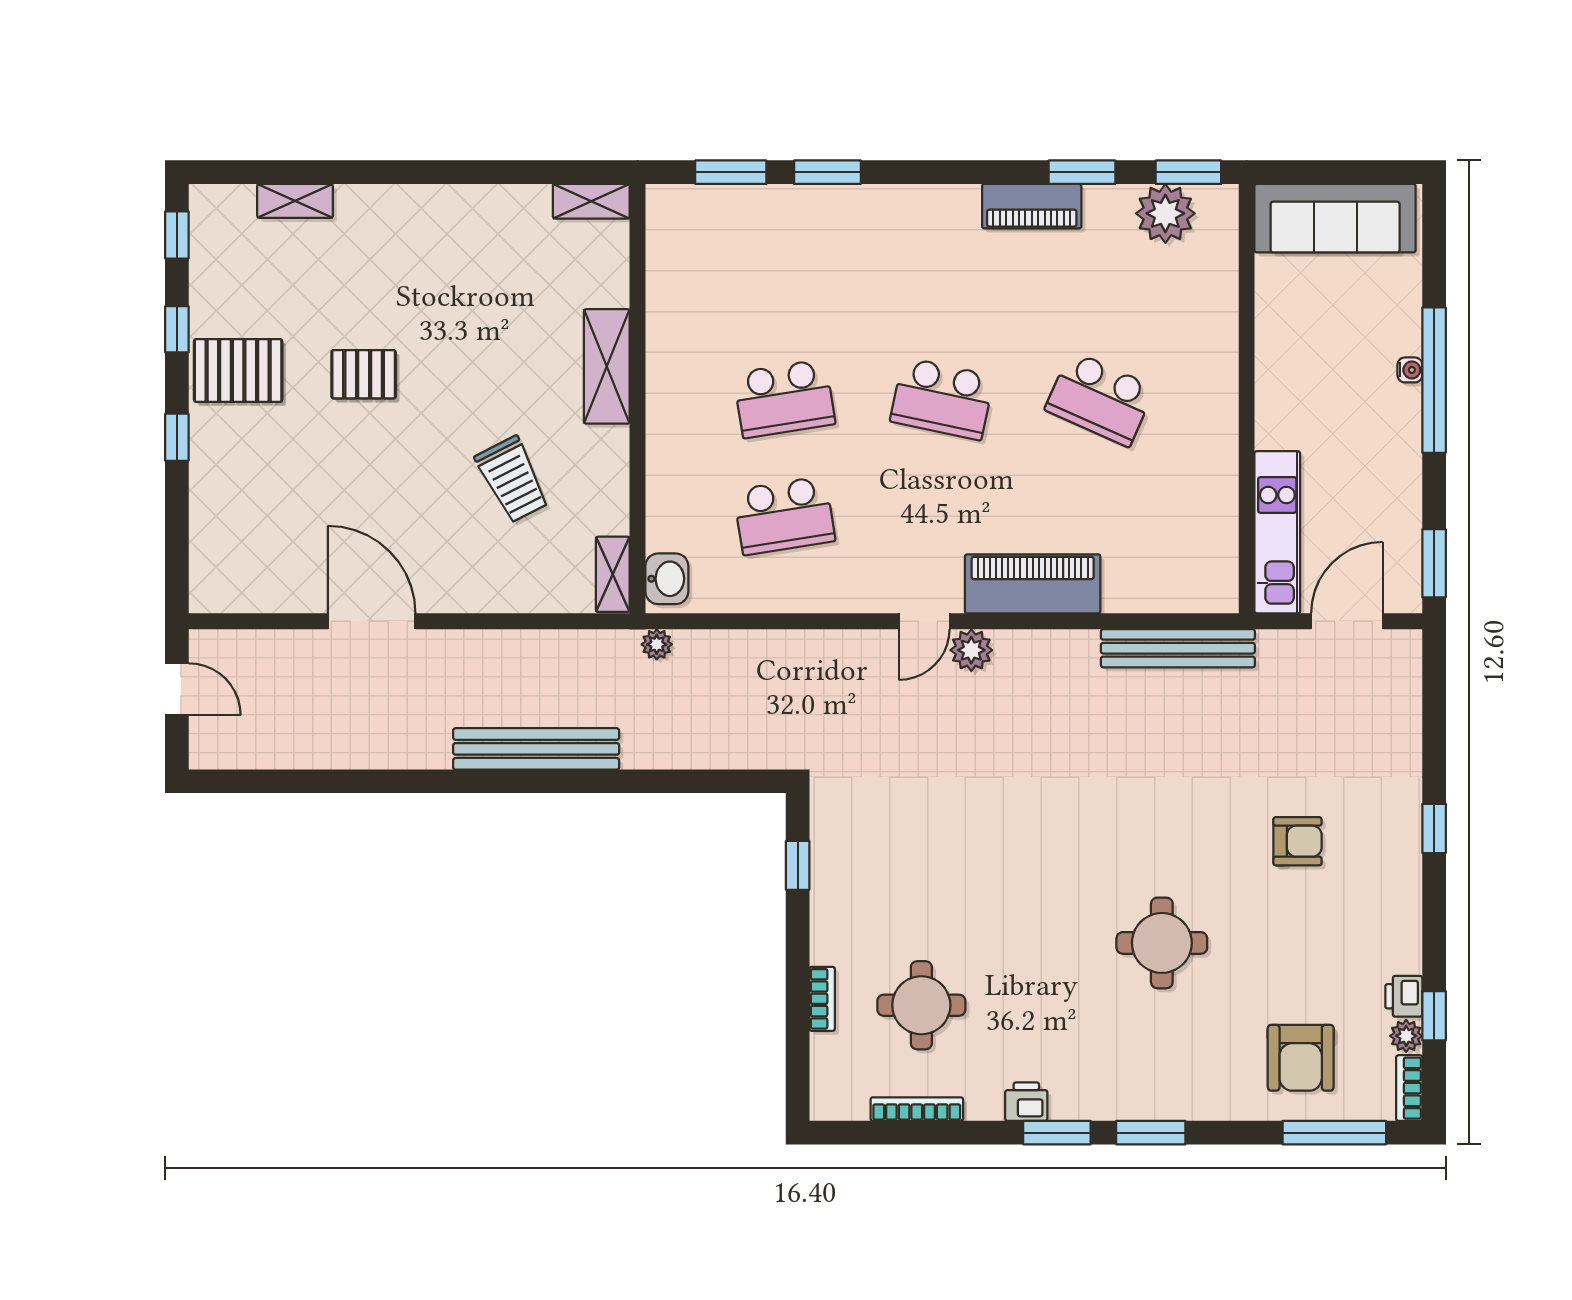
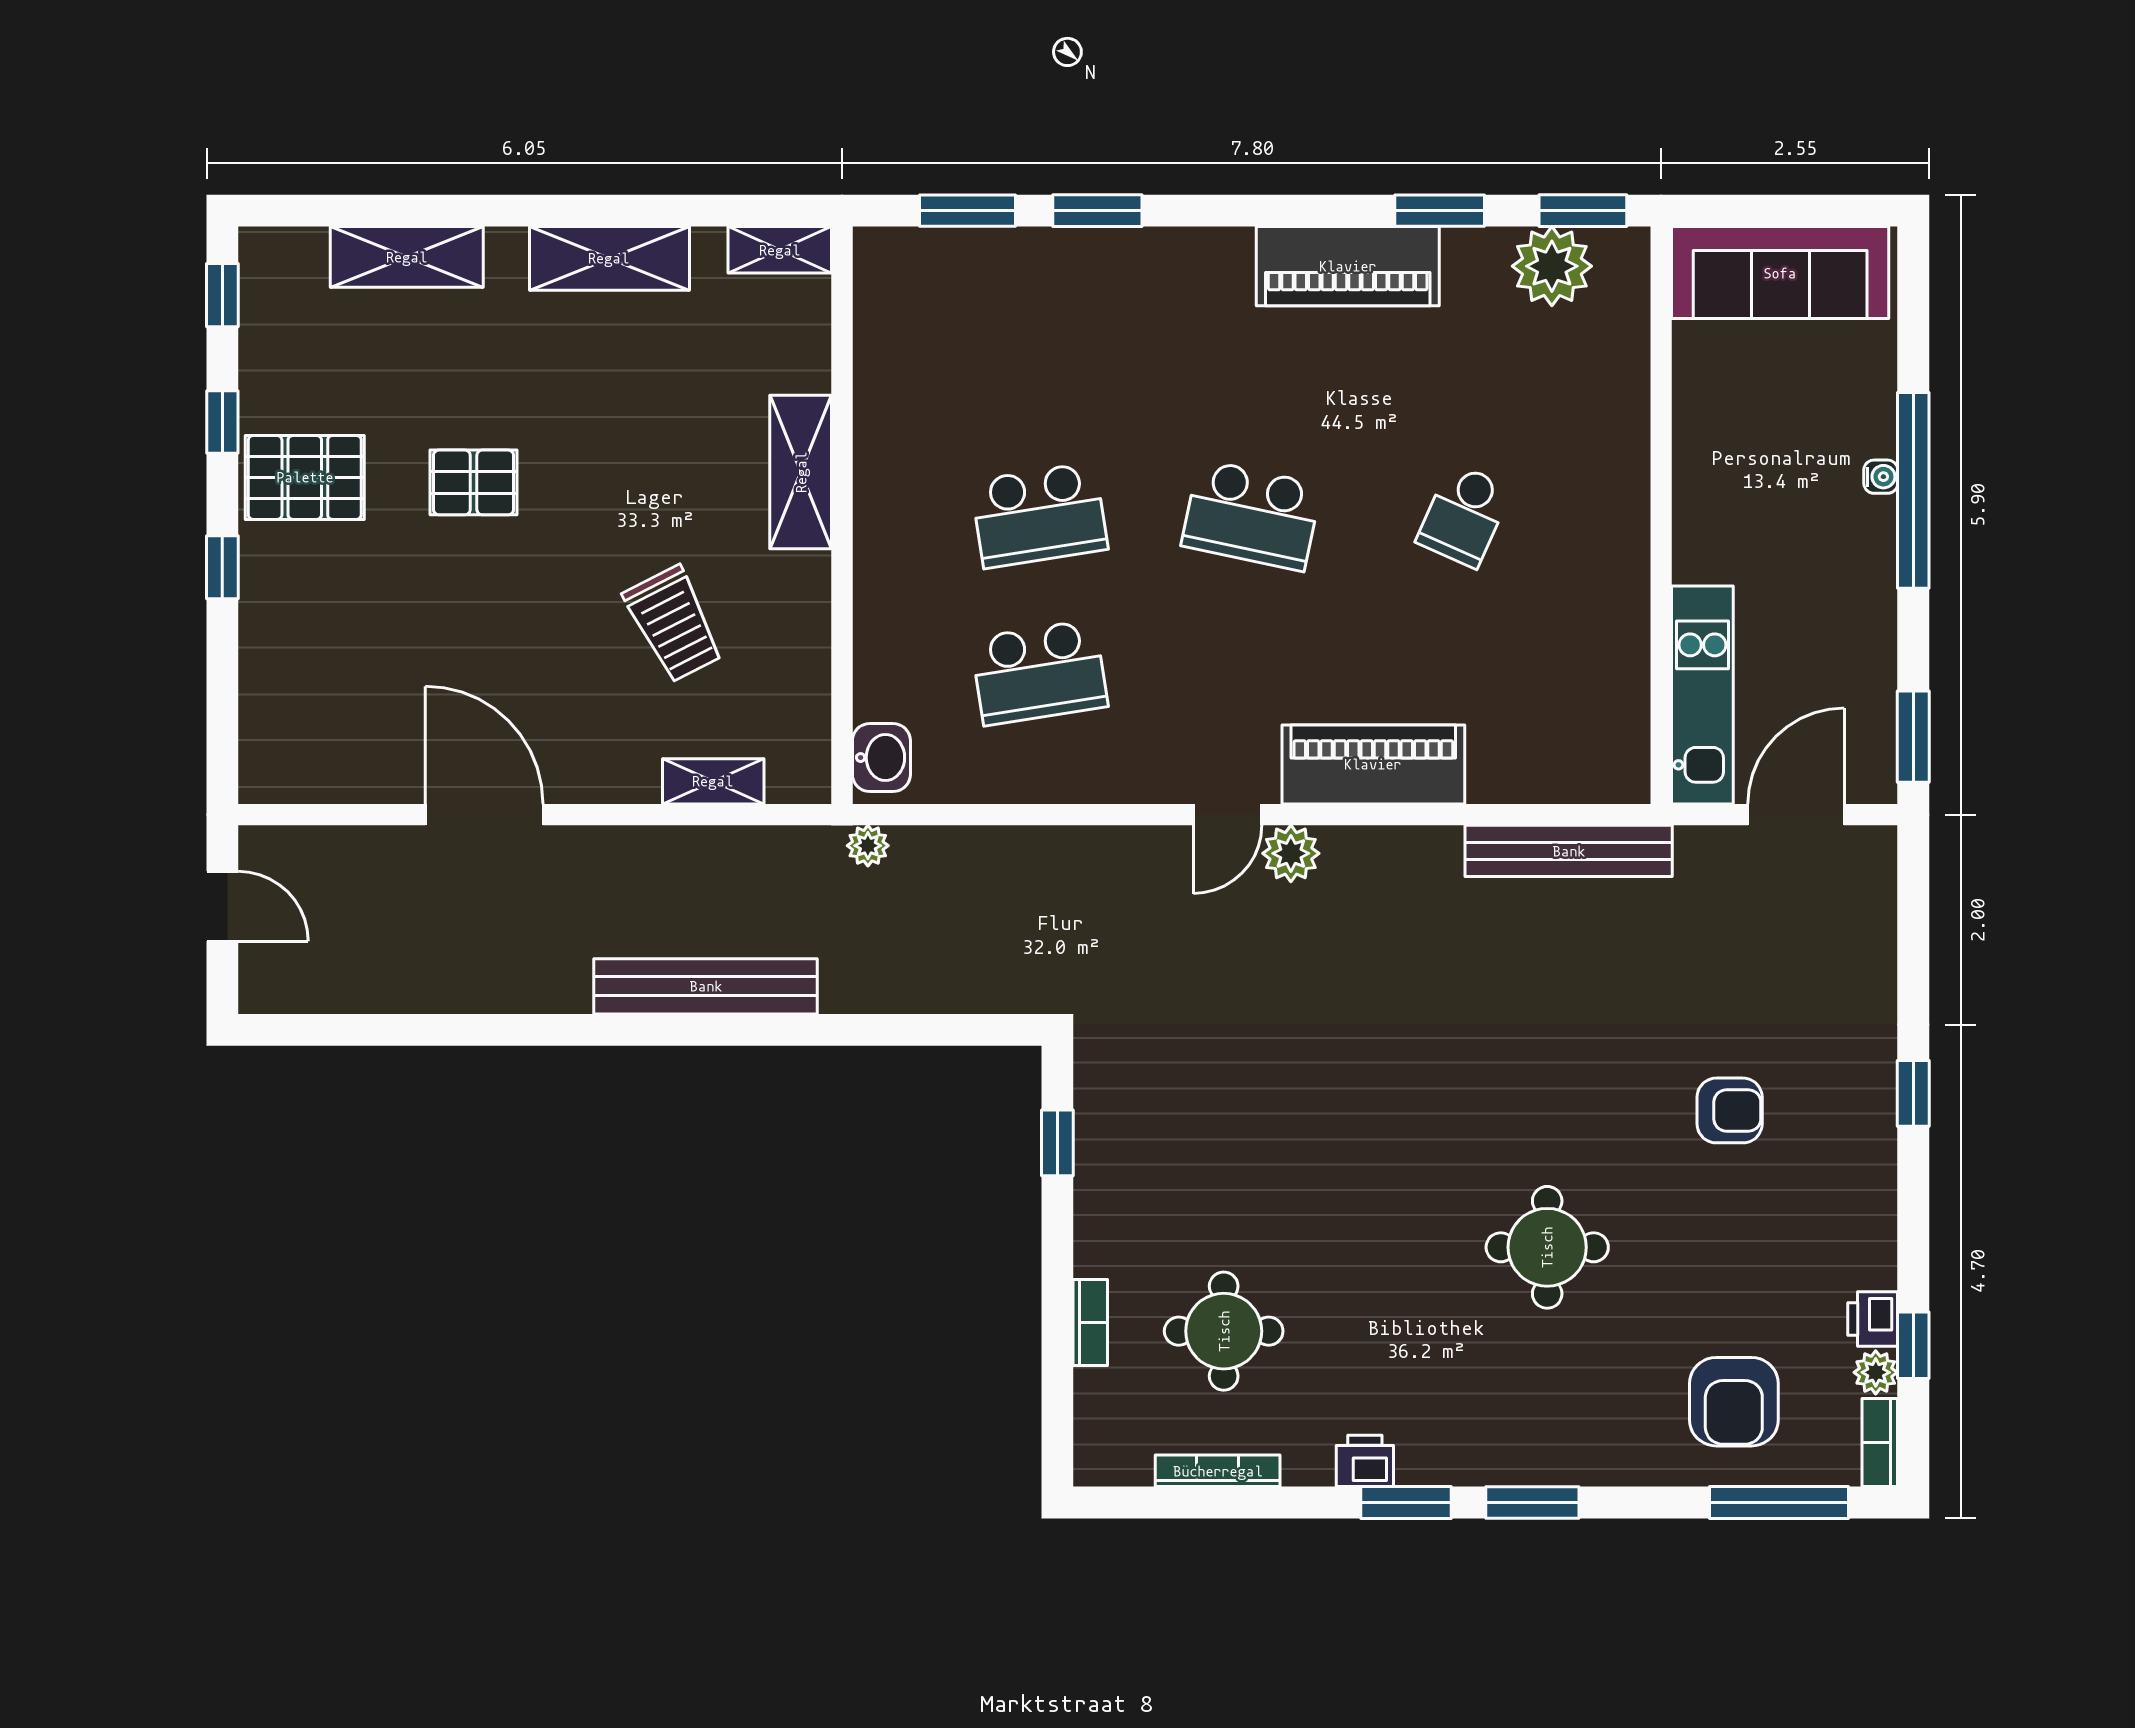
shelving: (295, 201) -> (407, 257), width x1.50, depth x1.33
piano: (1032, 206) -> (1348, 266), width x1.37, depth x1.33
shelving: (465, 208) -> (609, 258), added
school desk: (1100, 399) -> (1464, 515), width x0.54
shelving: (613, 574) -> (713, 781), moved, turned 90

